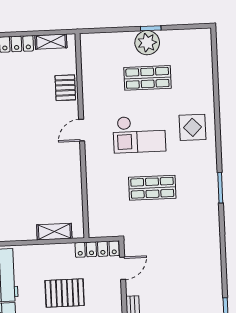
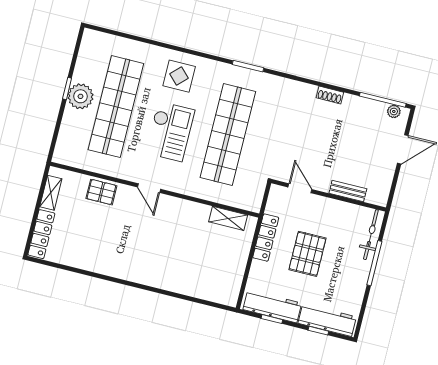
shop shelf: (147, 78) -> (116, 107), width x2.00, depth x1.36
shop shelf: (152, 188) -> (228, 134), width x2.00, depth x1.36
shelving: (54, 232) -> (228, 218), moved, turned 90
locker: (97, 249) -> (266, 238), moved
shoe rack: (216, 270) -> (330, 95), added

